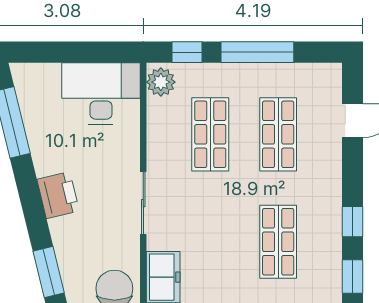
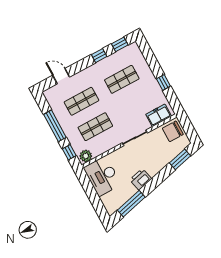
printer: (58, 195) -> (141, 179), moved

